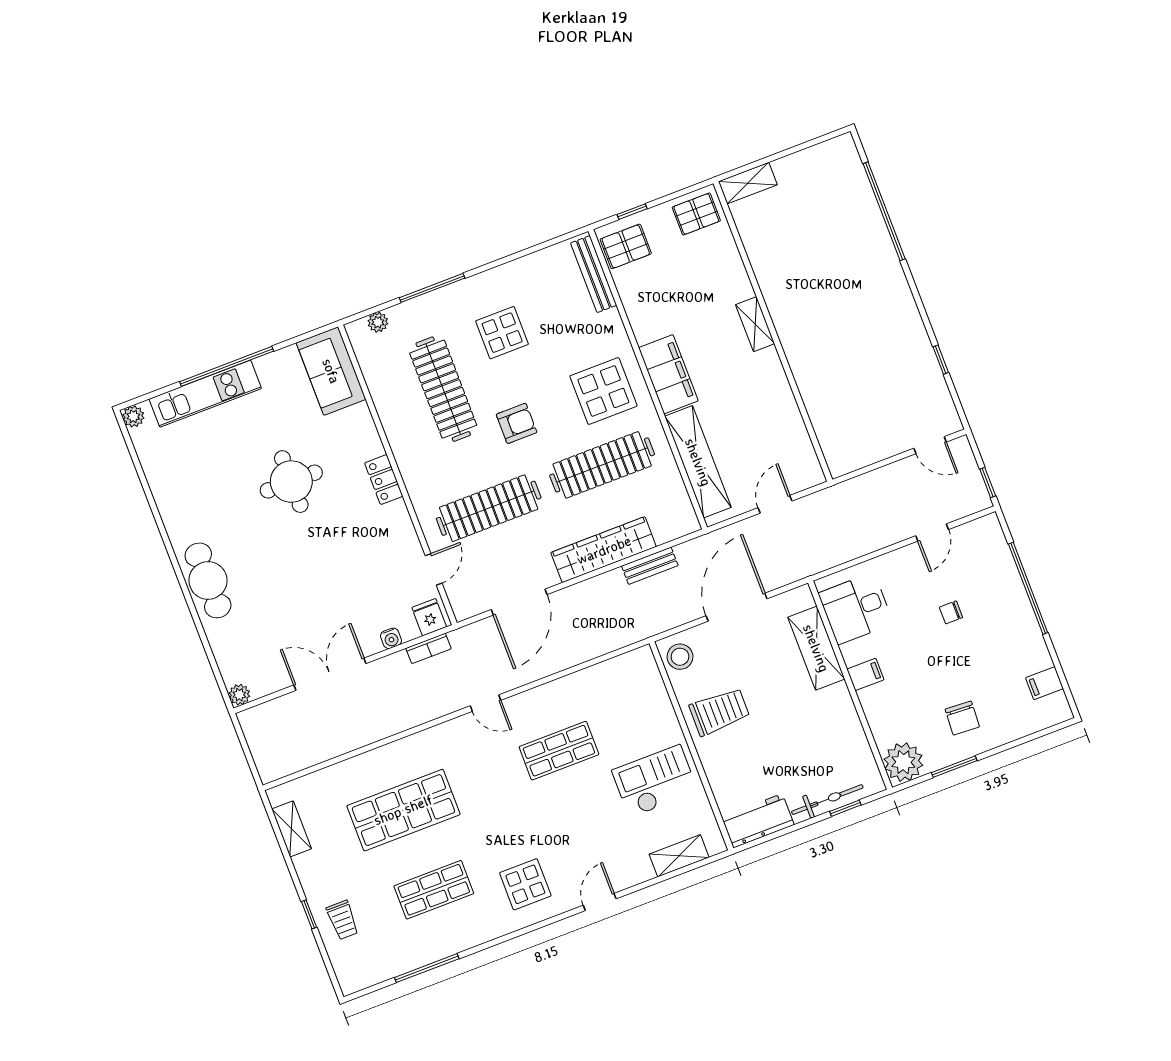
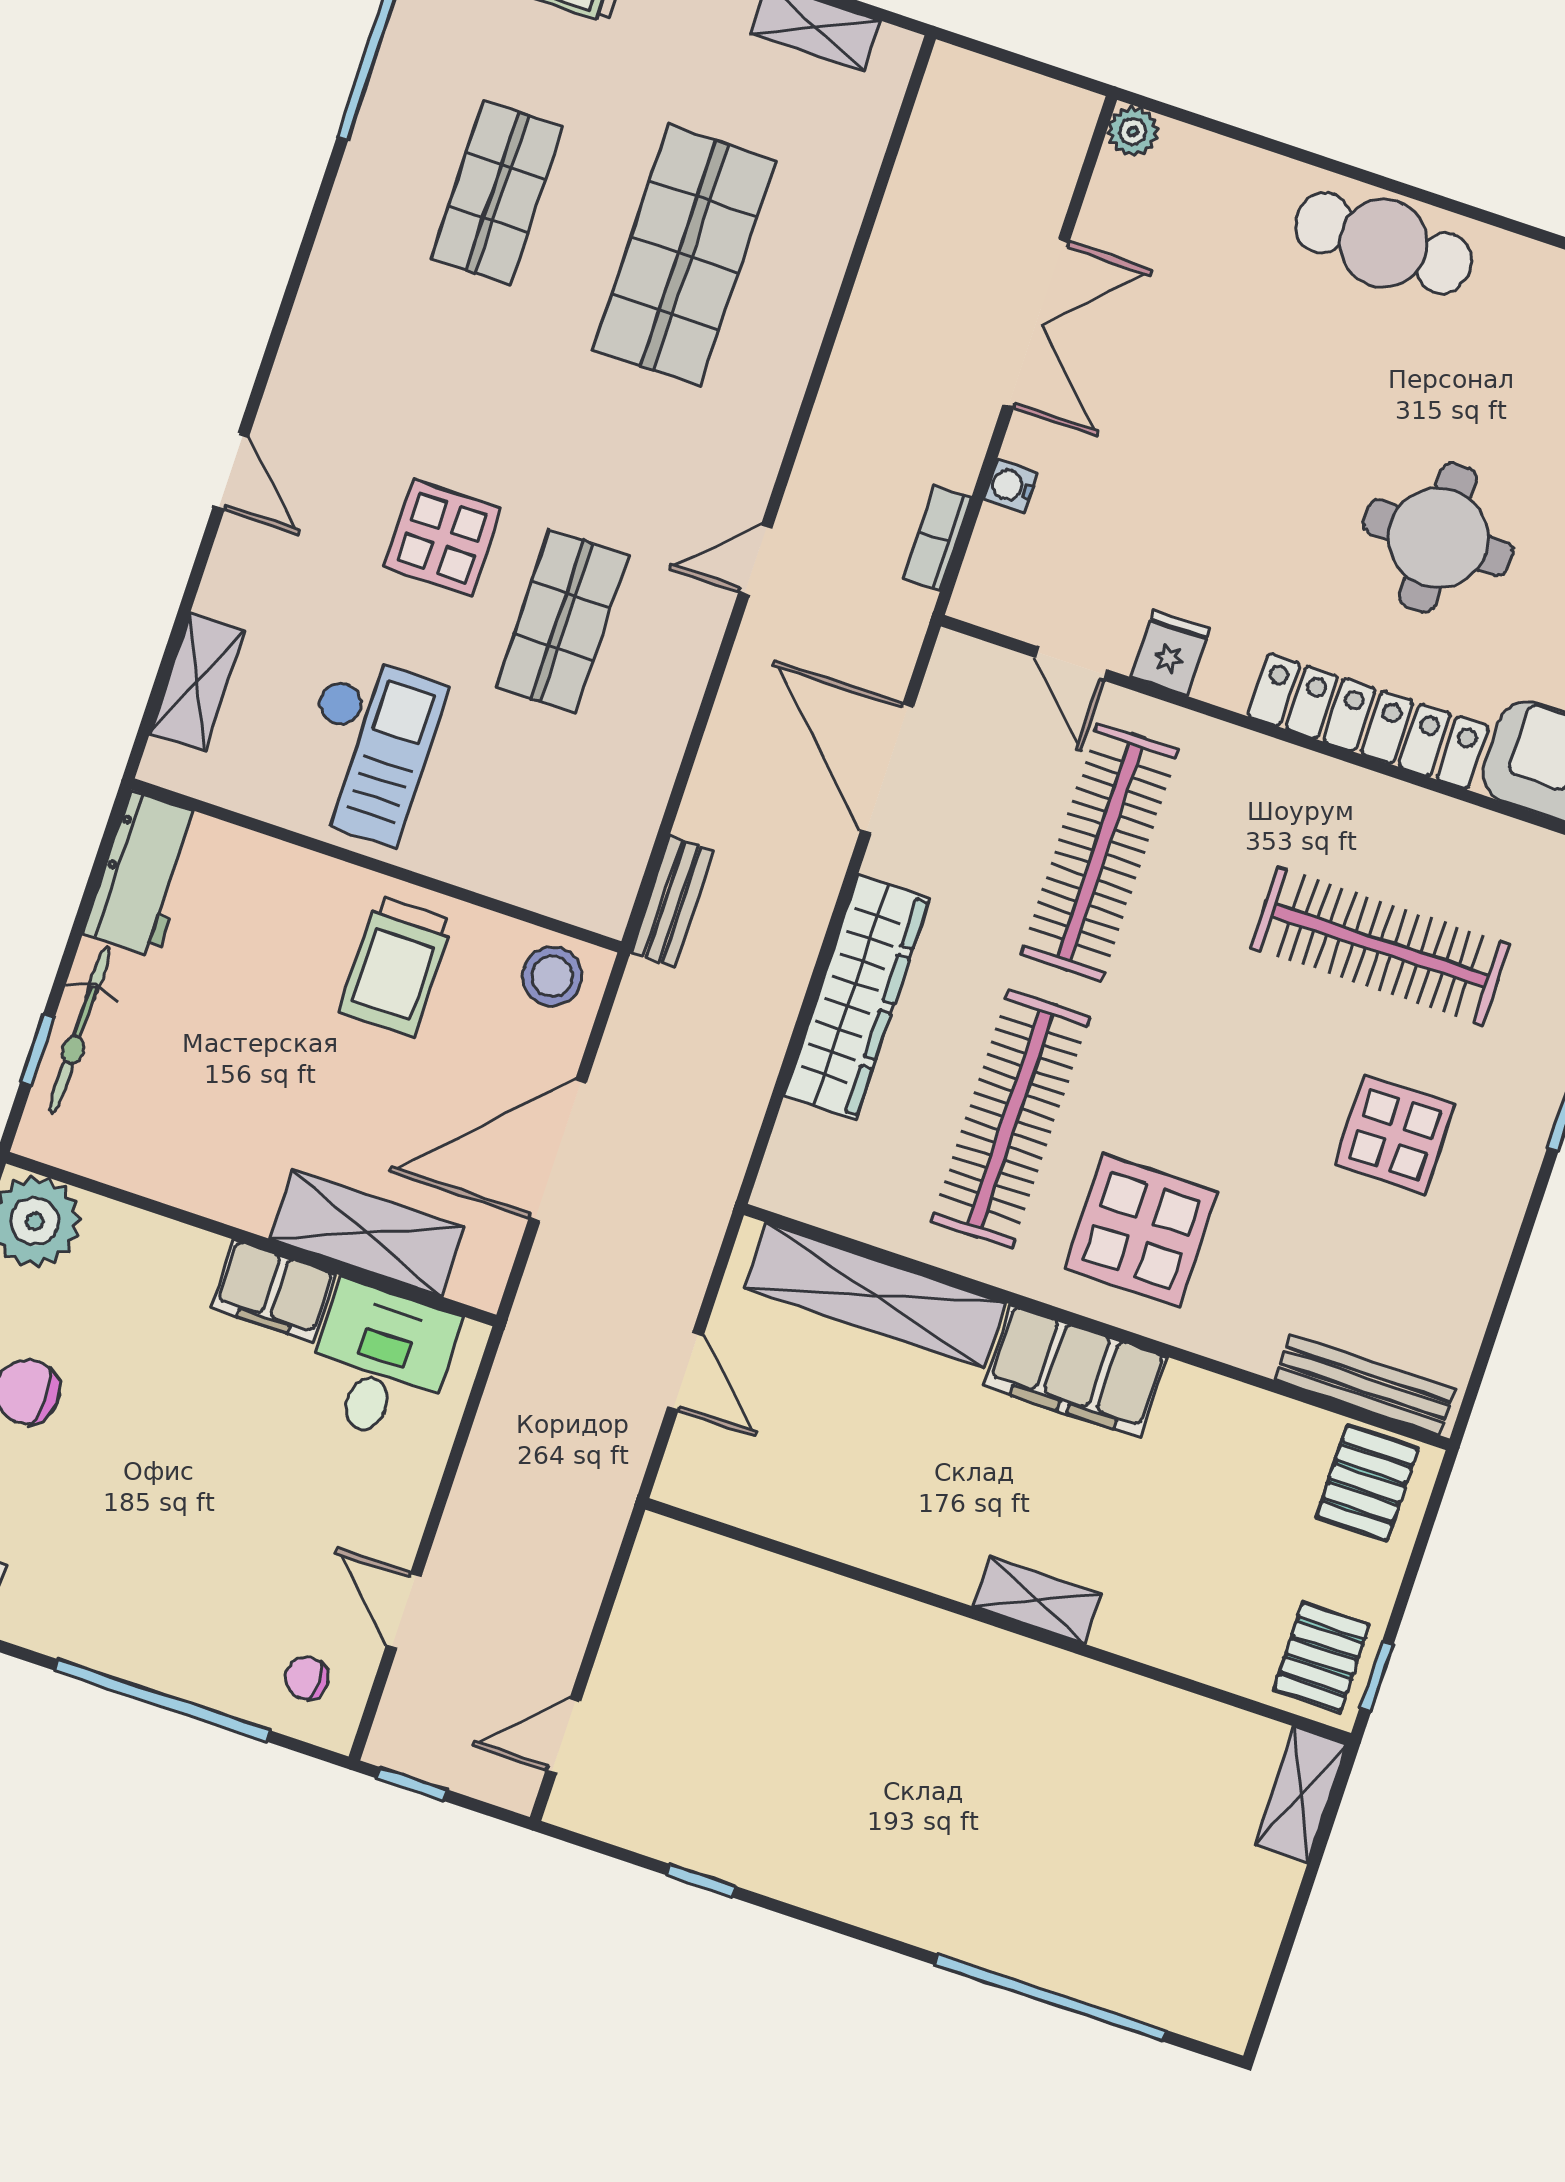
window: (632, 212) -> (1377, 1676), moved
armchair: (517, 423) -> (1211, 1027), removed
locker: (384, 480) -> (1368, 721), width x2.16, depth x1.21
bench: (650, 566) -> (672, 902), moved
door: (737, 607) -> (558, 1151), swing flipped
chair: (951, 612) -> (307, 1678), moved, turned -90
fridge: (429, 617) -> (1170, 653), moved, turned -90
filing cabinet: (865, 674) -> (273, 1291), width x2.00
display table: (525, 884) -> (442, 538), moved

